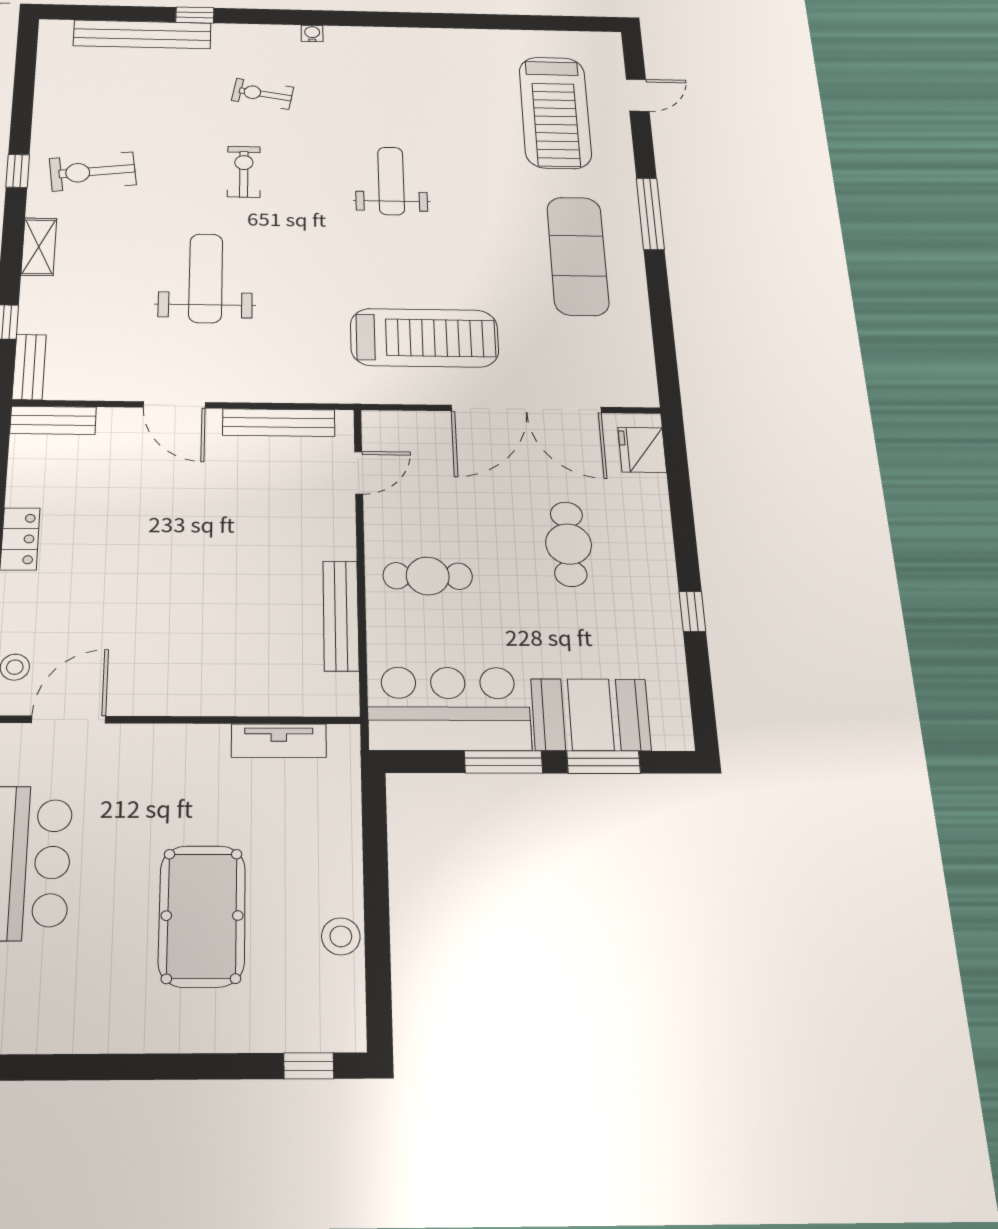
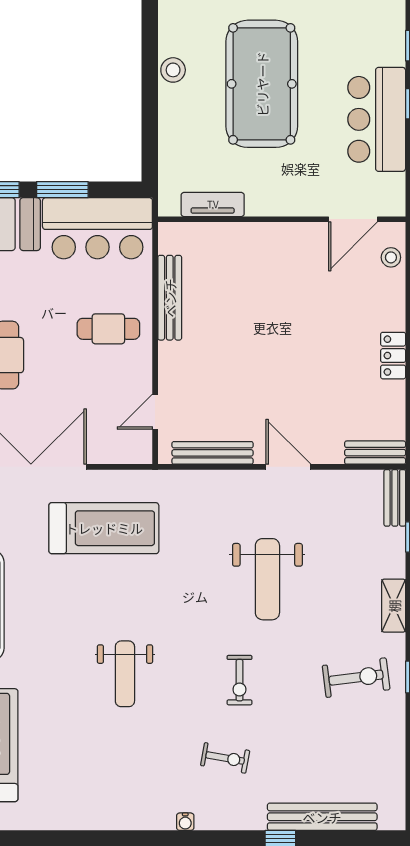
treadmill: (424, 338) -> (104, 528), turned 180
pool table: (202, 916) -> (262, 84), width x1.36, depth x1.32

